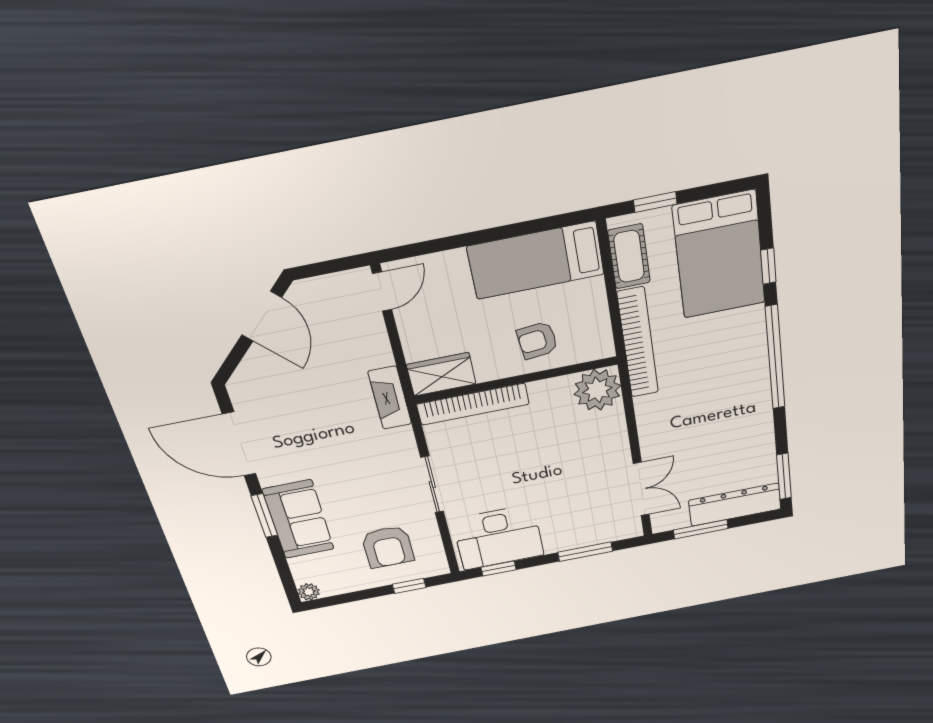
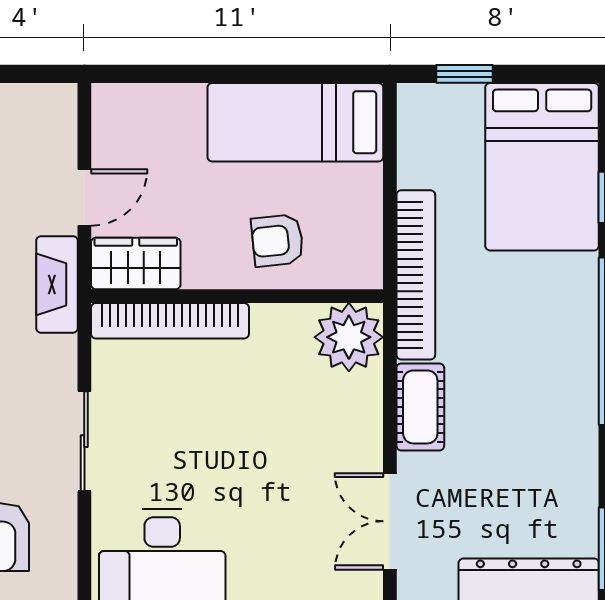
cot: (629, 256) -> (420, 407), moved
door: (382, 292) -> (84, 197), moved
double door: (641, 489) -> (390, 521), swing flipped

